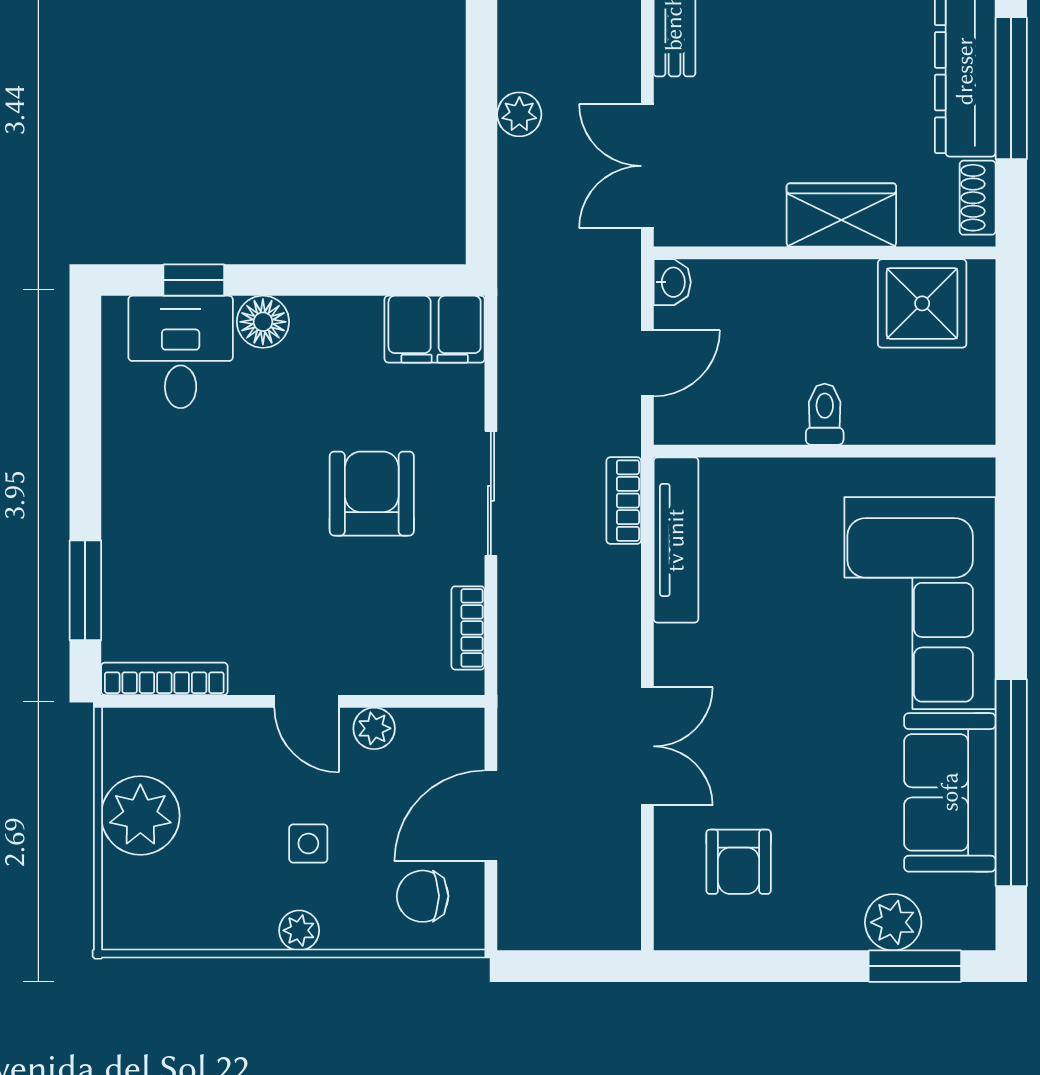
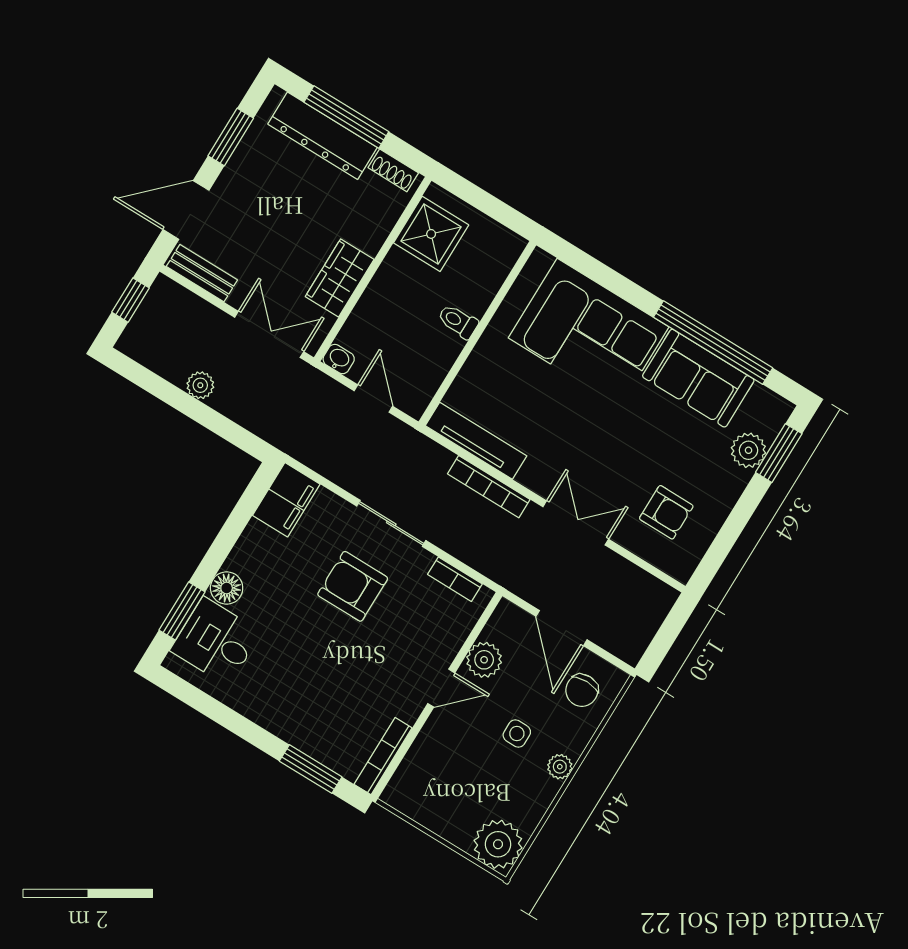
double door: (647, 166) -> (269, 334), swing flipped
wardrobe: (841, 215) -> (340, 278), moved
window: (194, 280) -> (182, 611), width x1.50
bookcase: (624, 501) -> (489, 487), moved, width x1.56
plant: (374, 728) -> (484, 660), width x1.38, depth x1.38
plant: (140, 816) -> (498, 844), moved

